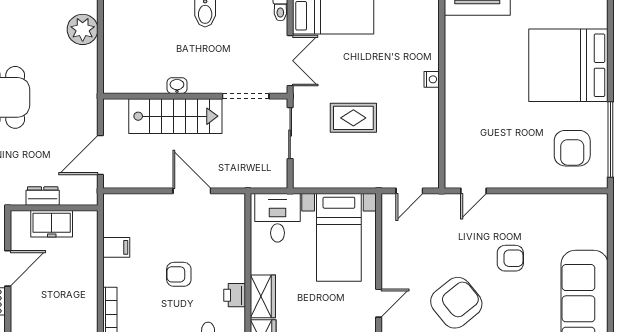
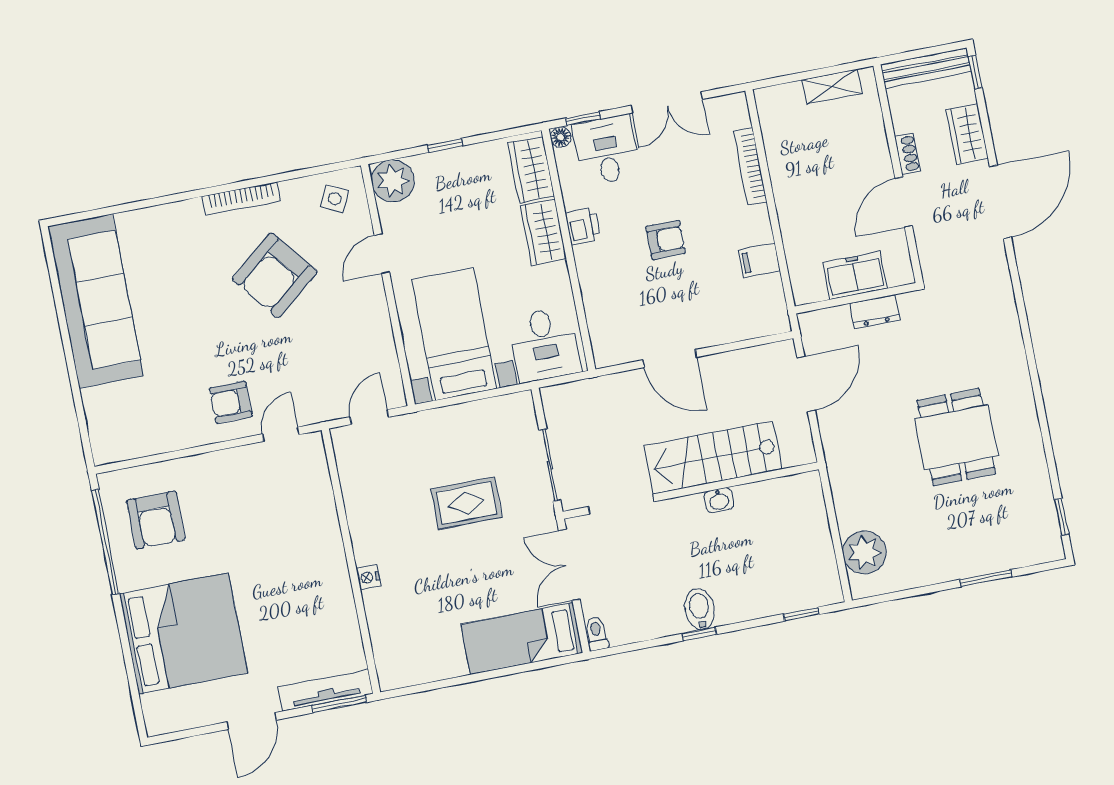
armchair: (572, 148) -> (156, 520), turned 180
armchair: (510, 258) -> (231, 402), moved

